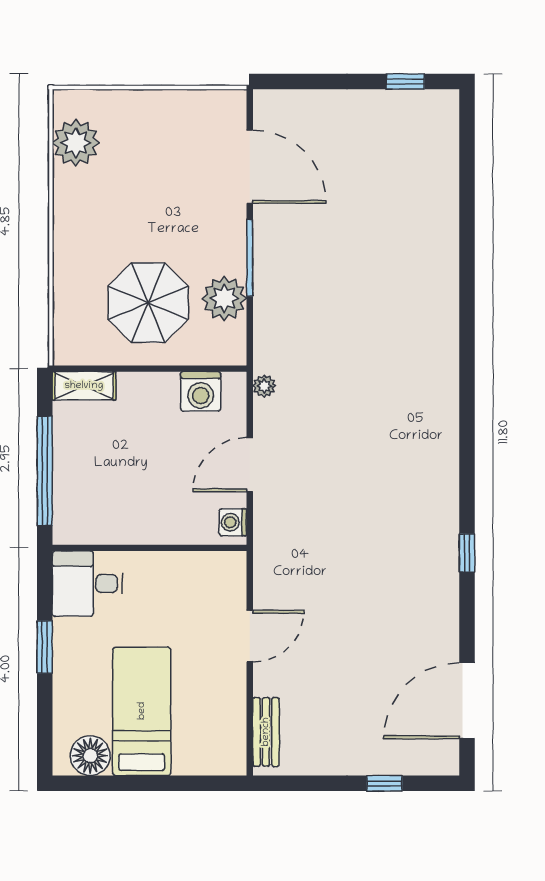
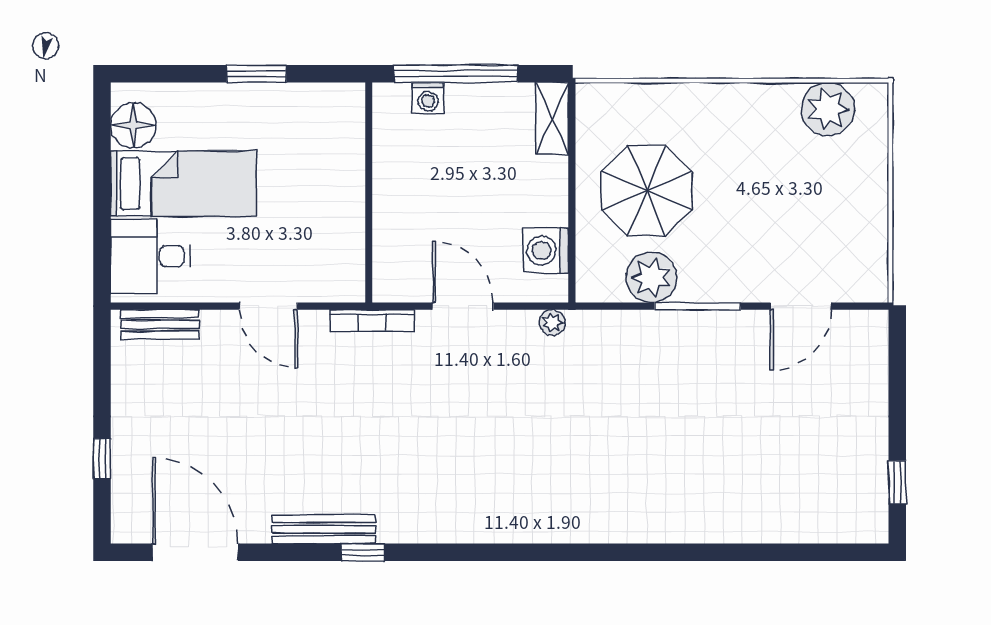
door: (250, 167) -> (801, 306), width x0.73
washing machine: (233, 522) -> (428, 98), moved, turned 180
bookcase: (262, 545) -> (372, 320), added
desk: (88, 584) -> (150, 256), moved, turned -90
bench: (447, 588) -> (324, 529), added

